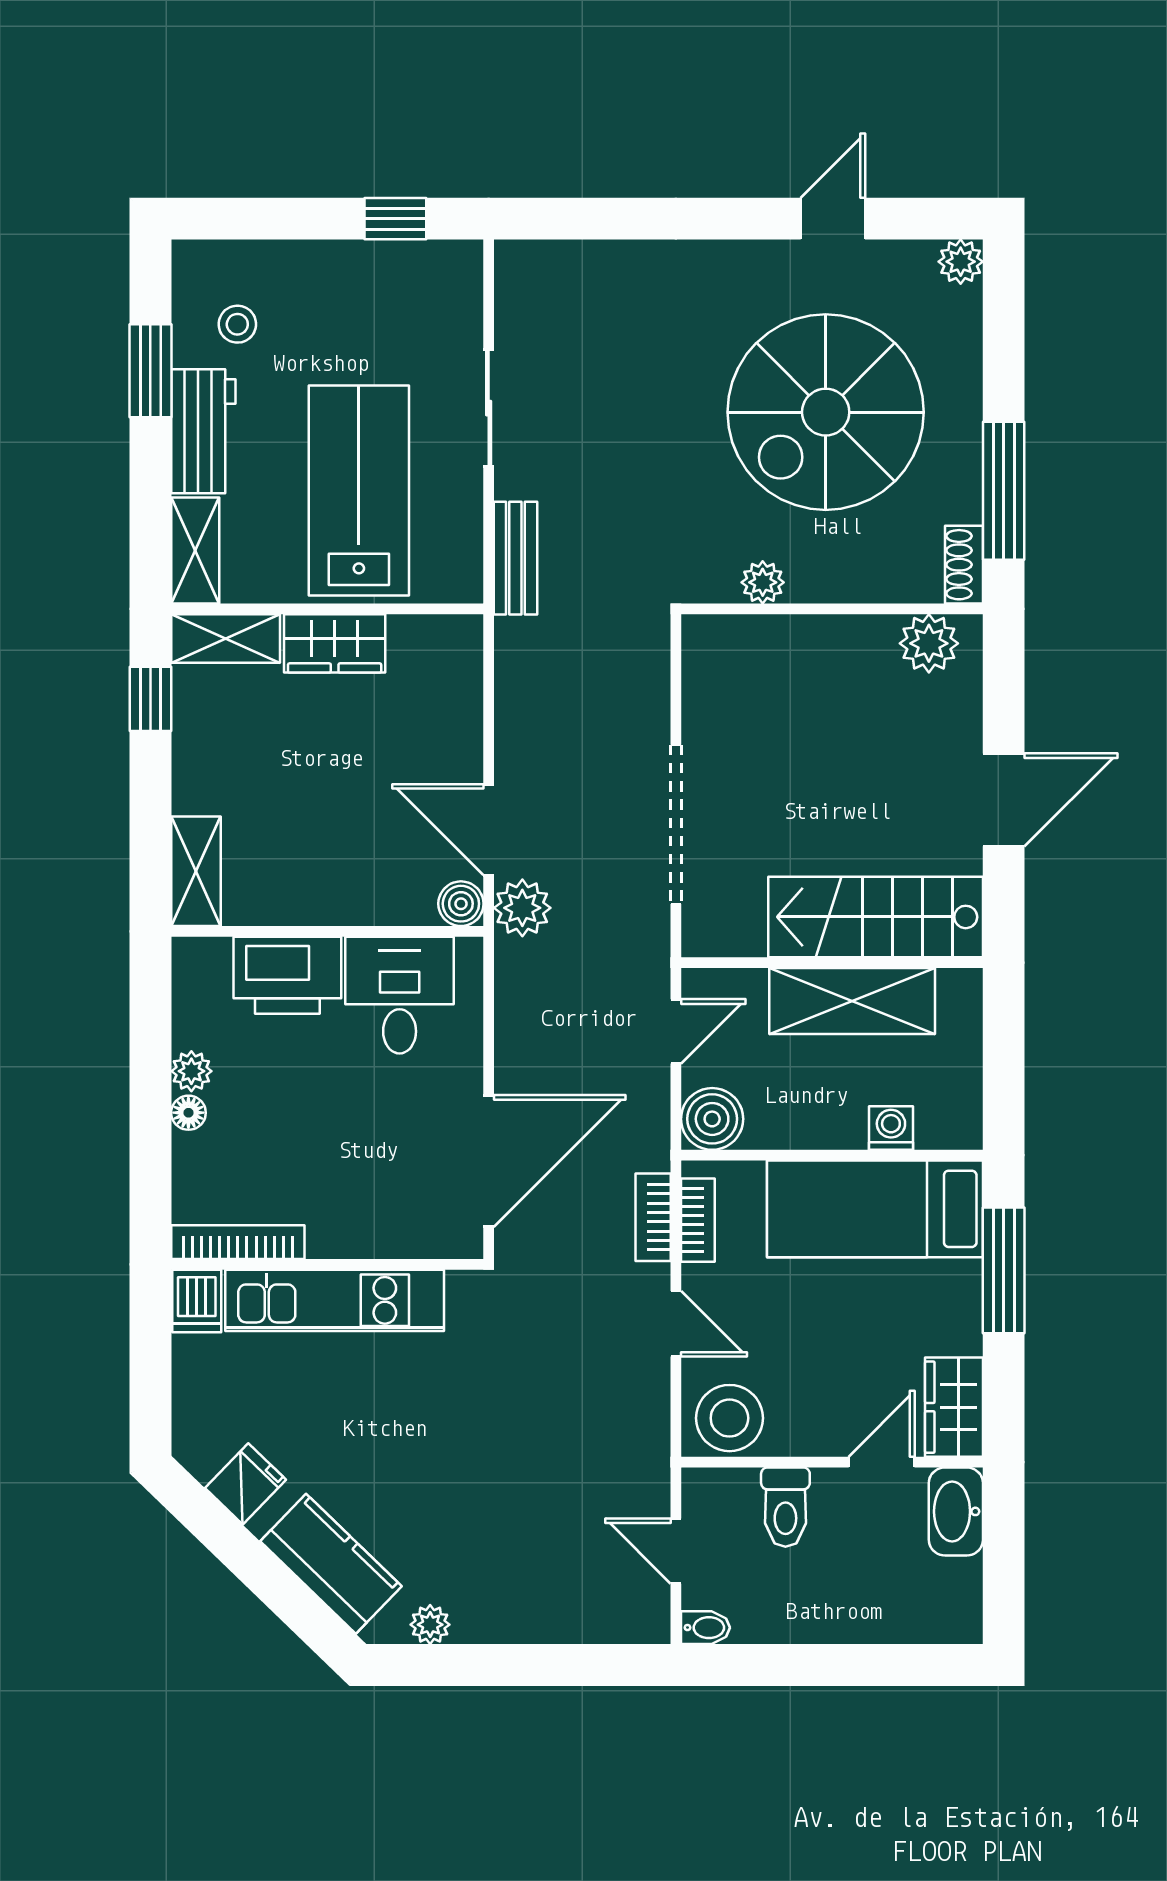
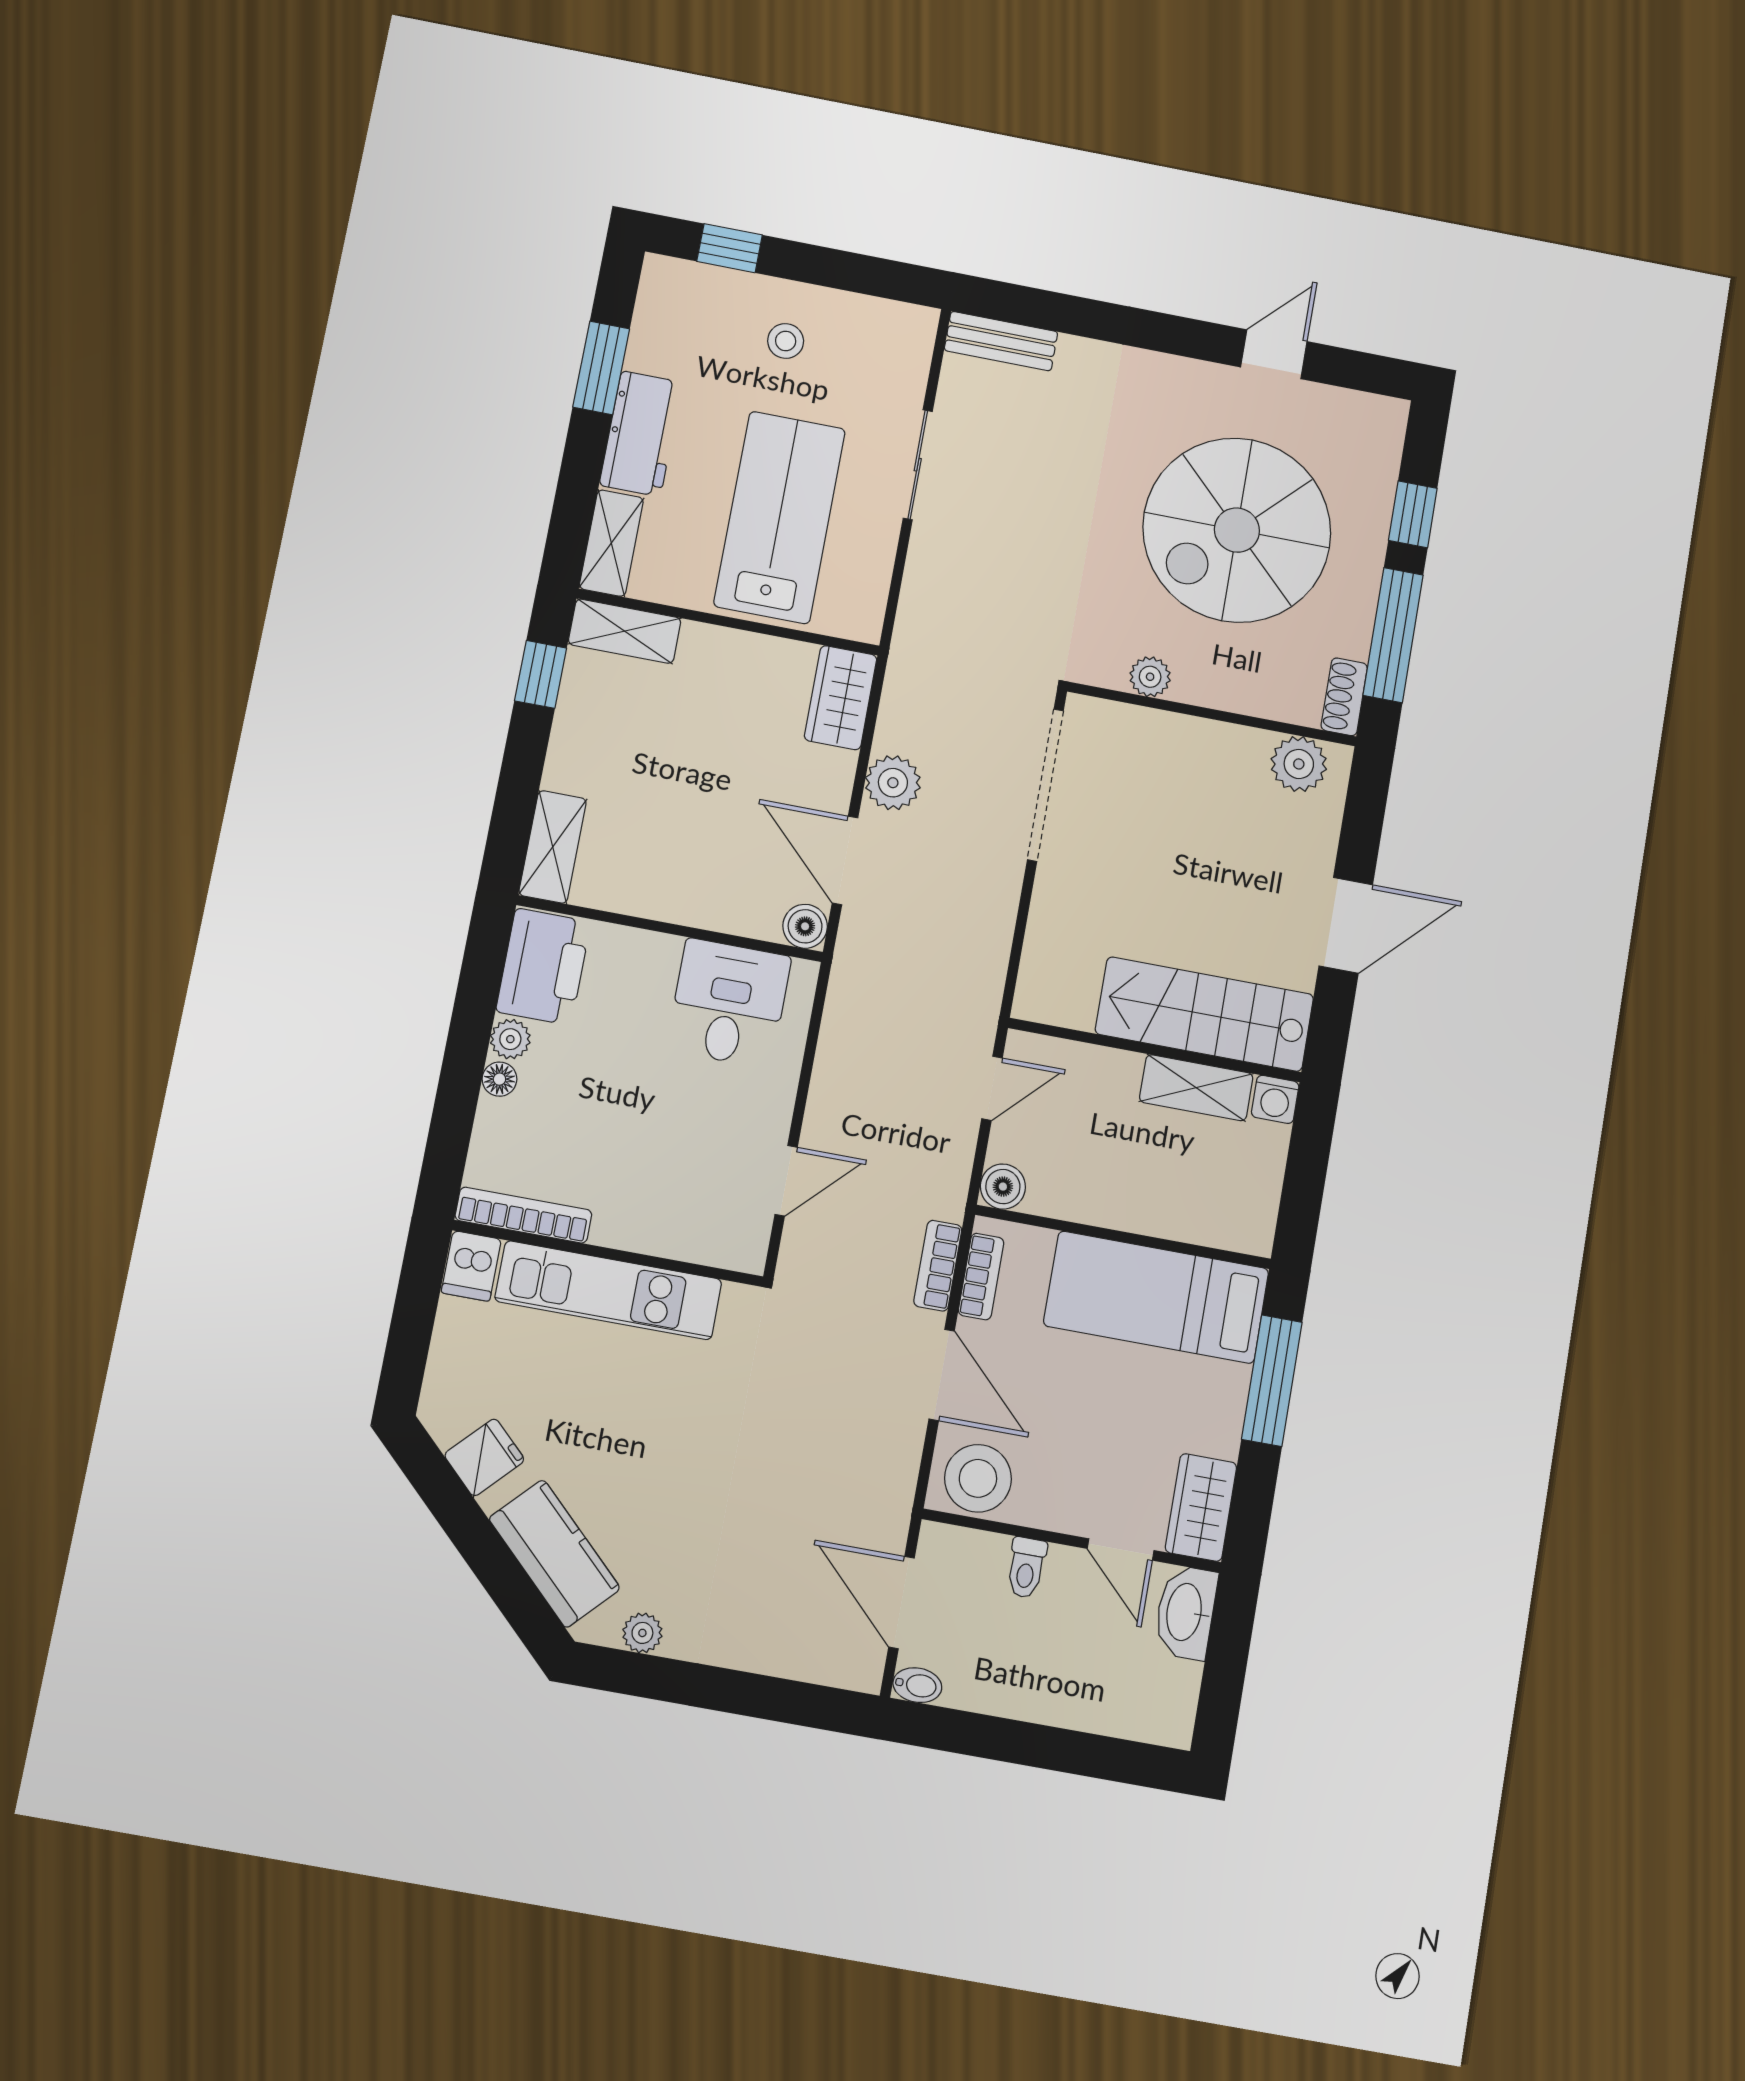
window: (395, 219) -> (730, 248), moved
plant: (961, 262) -> (1387, 417), removed
stool: (237, 324) -> (786, 341), moved
window: (1004, 360) -> (1413, 514), added
bench: (515, 558) -> (1001, 341), moved, turned 90
wardrobe: (335, 643) -> (841, 698), moved, turned 90
doorway: (676, 824) -> (1045, 785), moved
plant: (522, 908) -> (893, 783), moved
printer: (287, 975) -> (543, 967), moved, turned -90
shelving: (852, 1001) -> (1196, 1088), width x0.67, depth x0.75
boiler: (712, 1119) -> (1003, 1187), width x0.73, depth x0.73
washing machine: (891, 1128) -> (1275, 1099), moved, turned 180
door: (489, 1161) -> (786, 1181), width x0.53
door: (676, 1324) -> (942, 1375), width x1.38
door: (882, 1462) -> (1121, 1549), swing flipped
toilet: (785, 1507) -> (1026, 1568), width x0.73, depth x0.72
door: (676, 1551) -> (901, 1602), width x1.38

